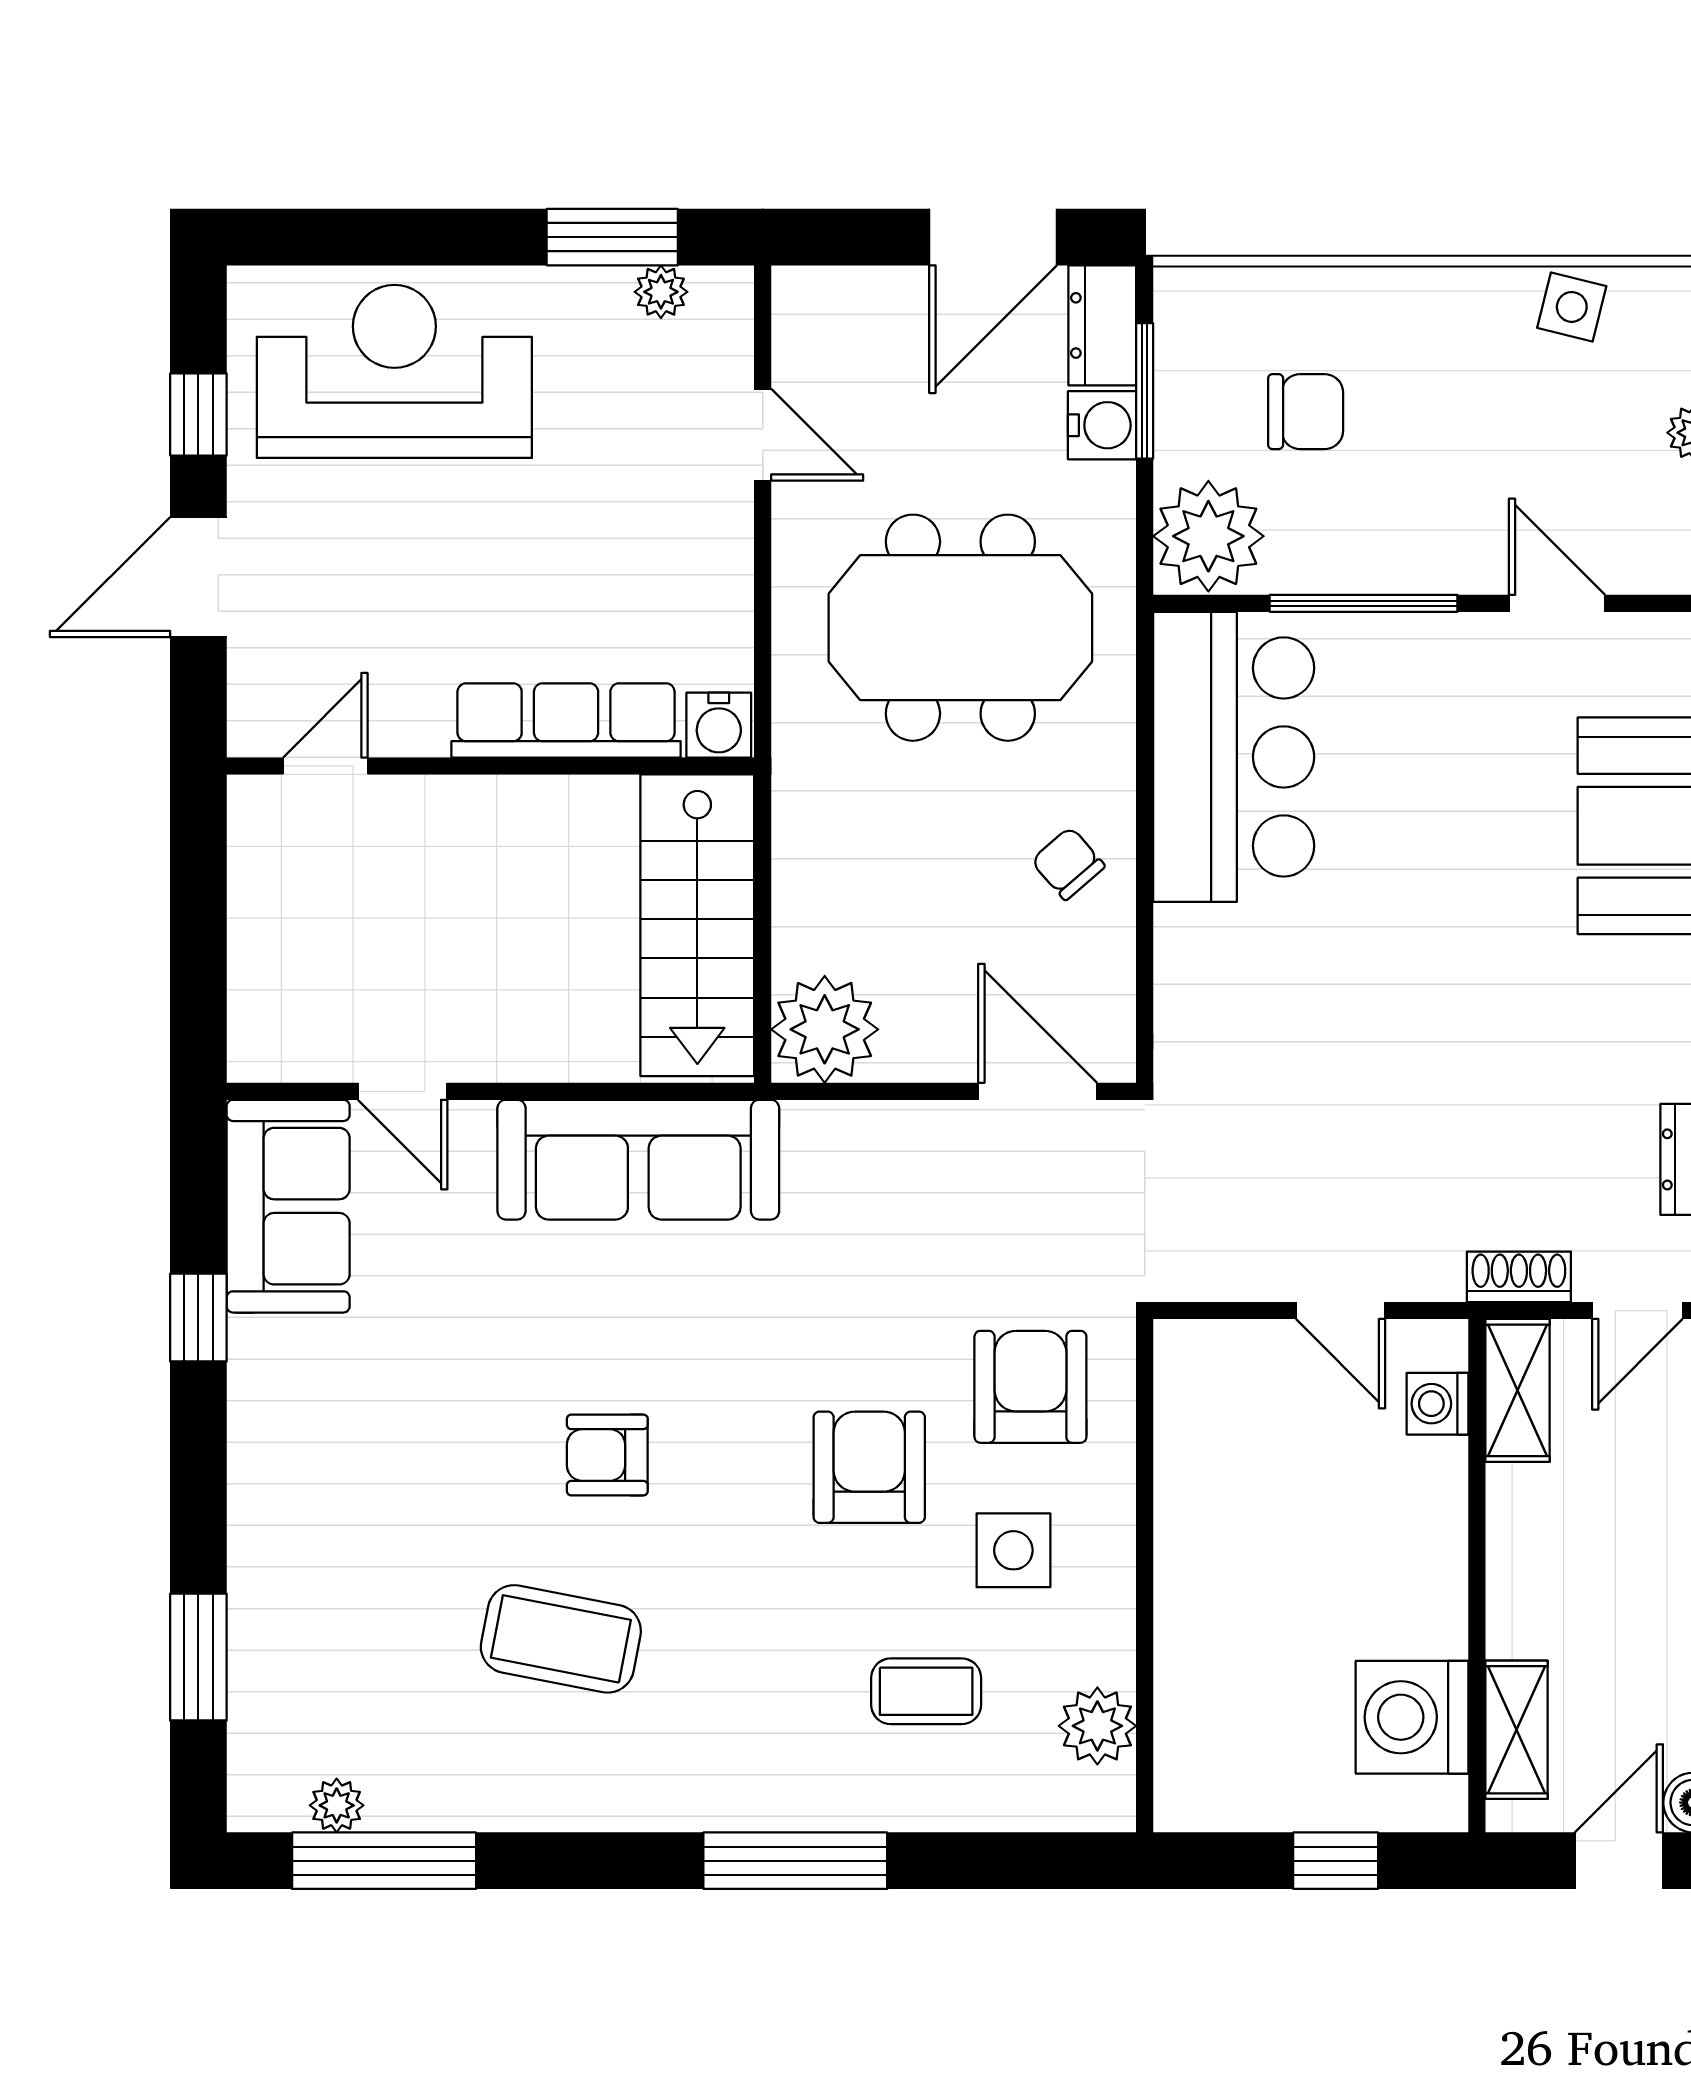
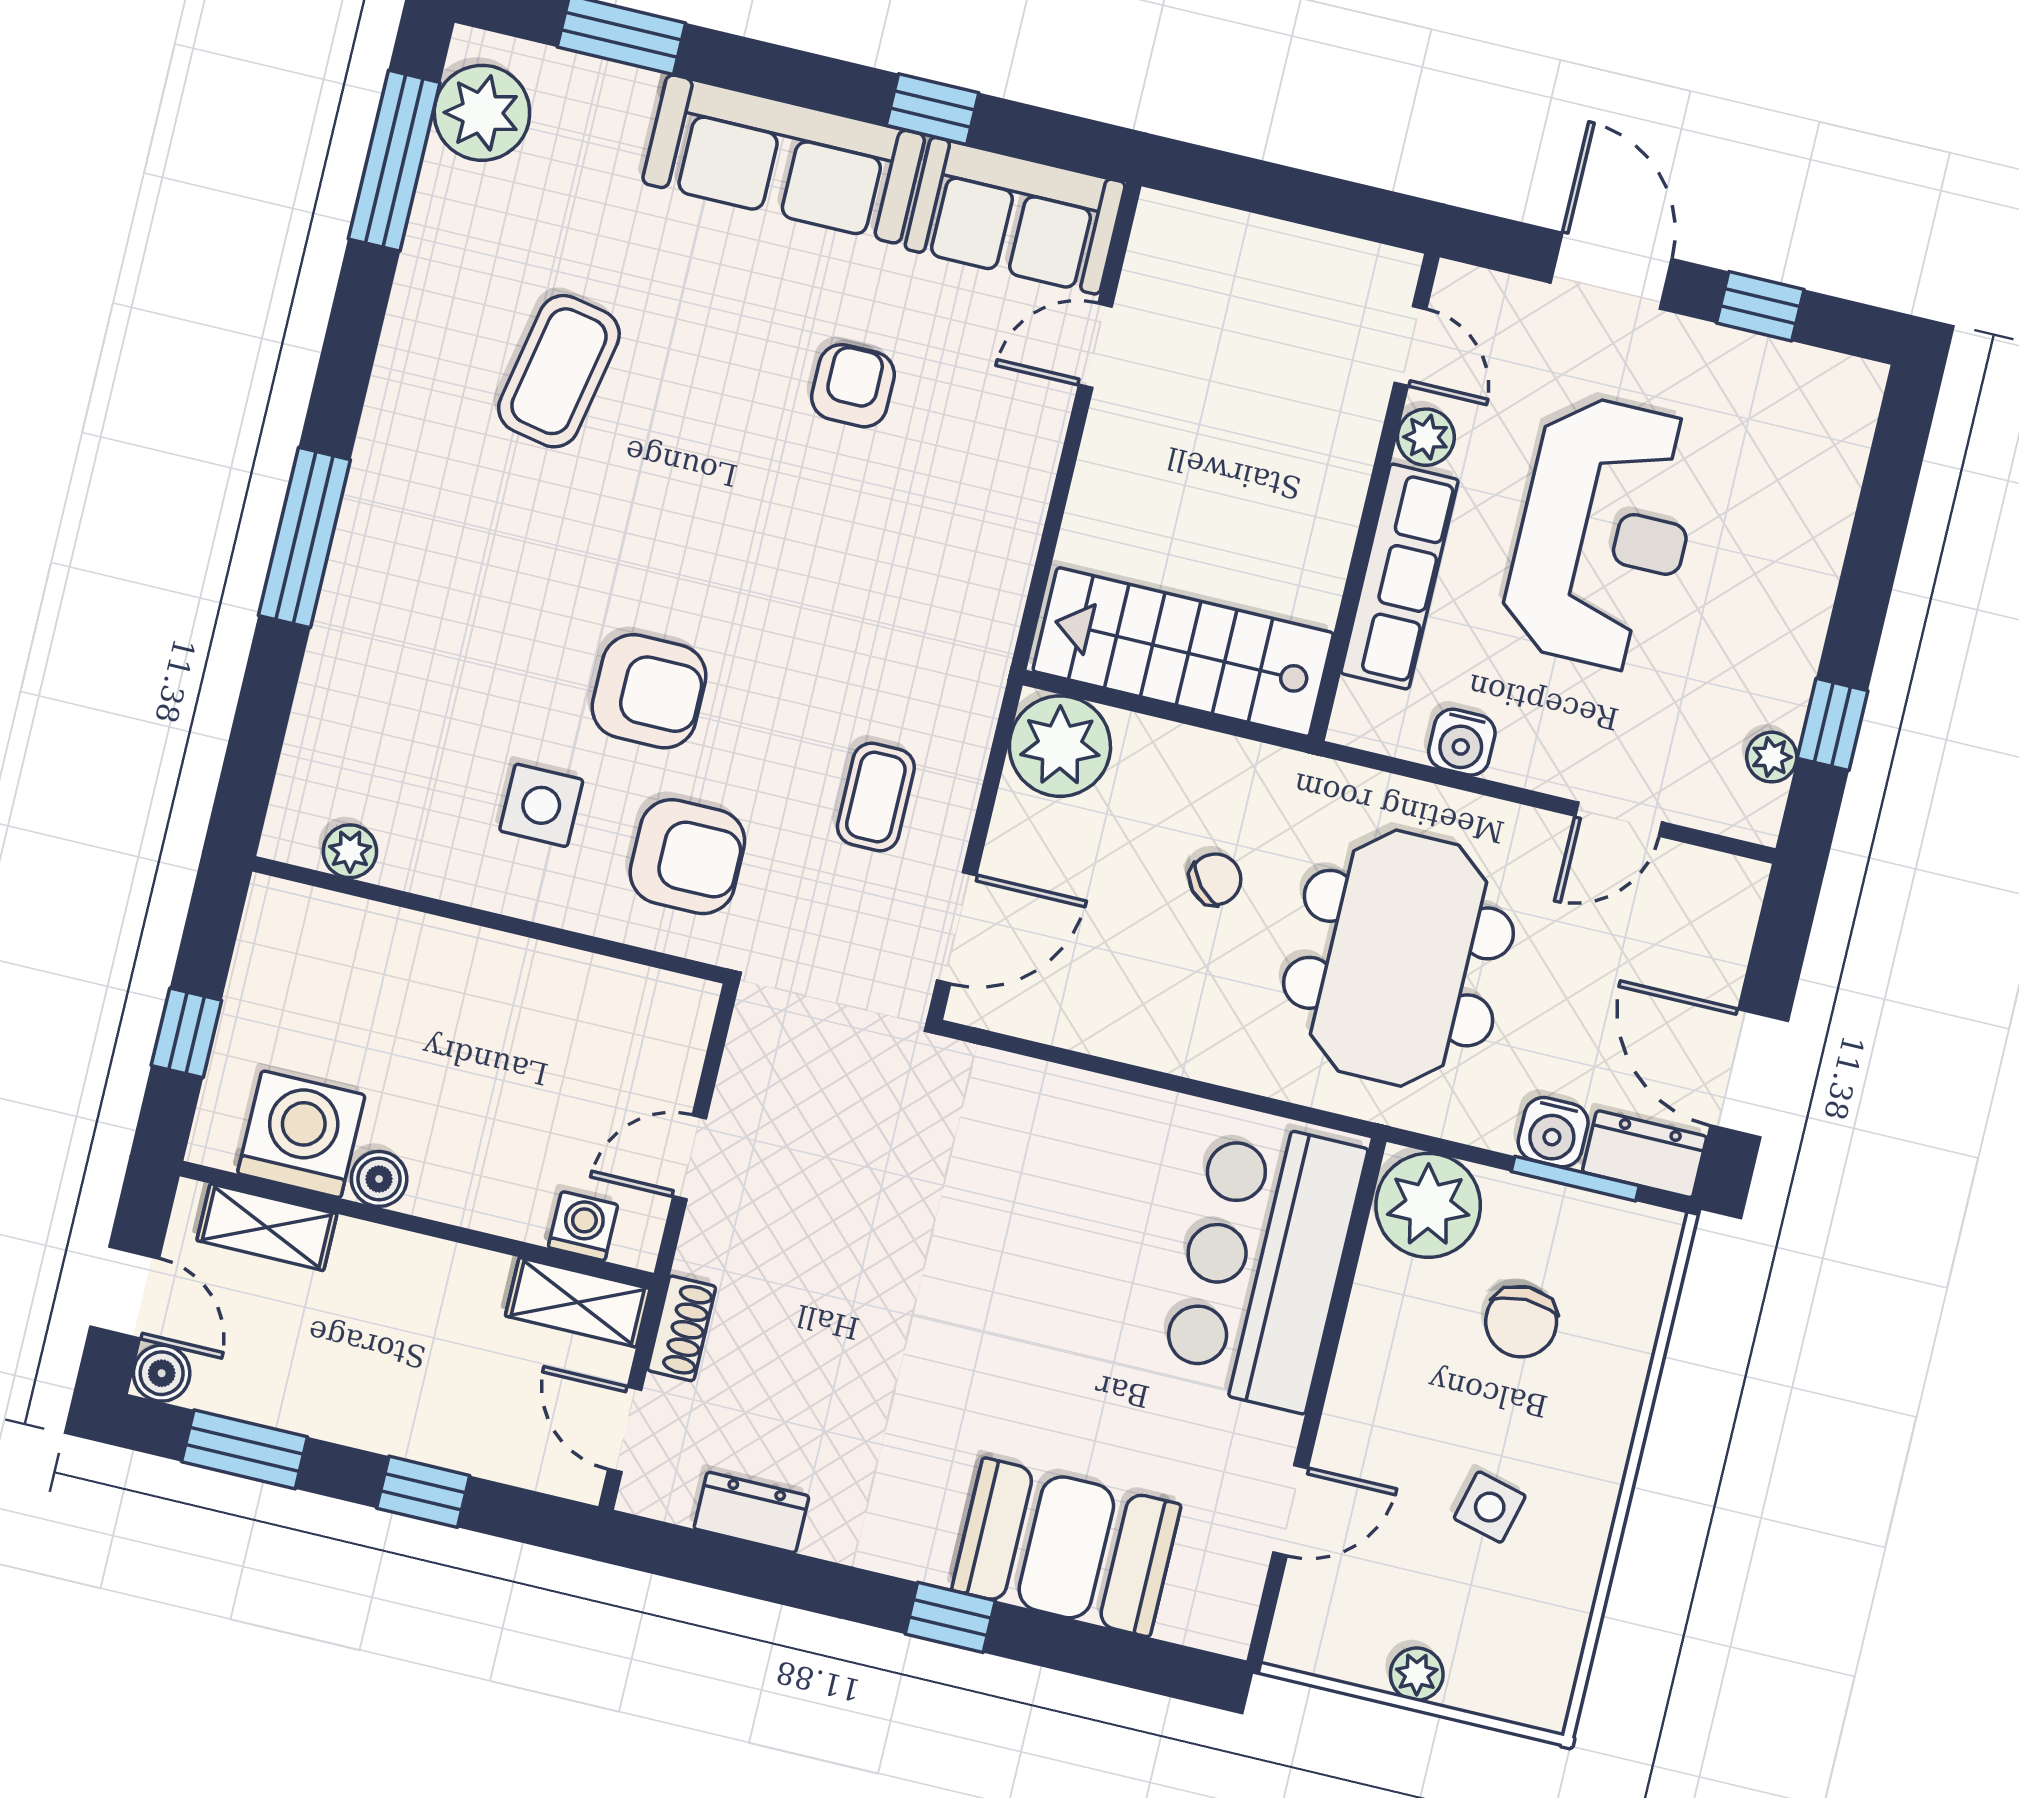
window: (612, 237) -> (1832, 724), width x0.67
side table: (1572, 307) -> (1490, 1507), moved
reception desk: (394, 371) -> (1604, 533), moved
window: (1364, 603) -> (1333, 1333), removed
water cooler: (719, 725) -> (1462, 742), moved, turned -90
plant: (416, 728) -> (1426, 437), added
bar counter: (1234, 757) -> (1263, 1264), moved, turned 90
chair: (1068, 863) -> (1215, 879), moved
sofa: (638, 1160) -> (784, 159), moved, turned -90
armchair: (607, 1455) -> (853, 386), moved
boiler: (1439, 1626) -> (379, 1179), added
coffee table: (926, 1691) -> (876, 797), moved
plant: (1097, 1726) -> (350, 851), width x0.73, depth x0.73
plant: (337, 1805) -> (482, 113), width x1.88, depth x1.88

